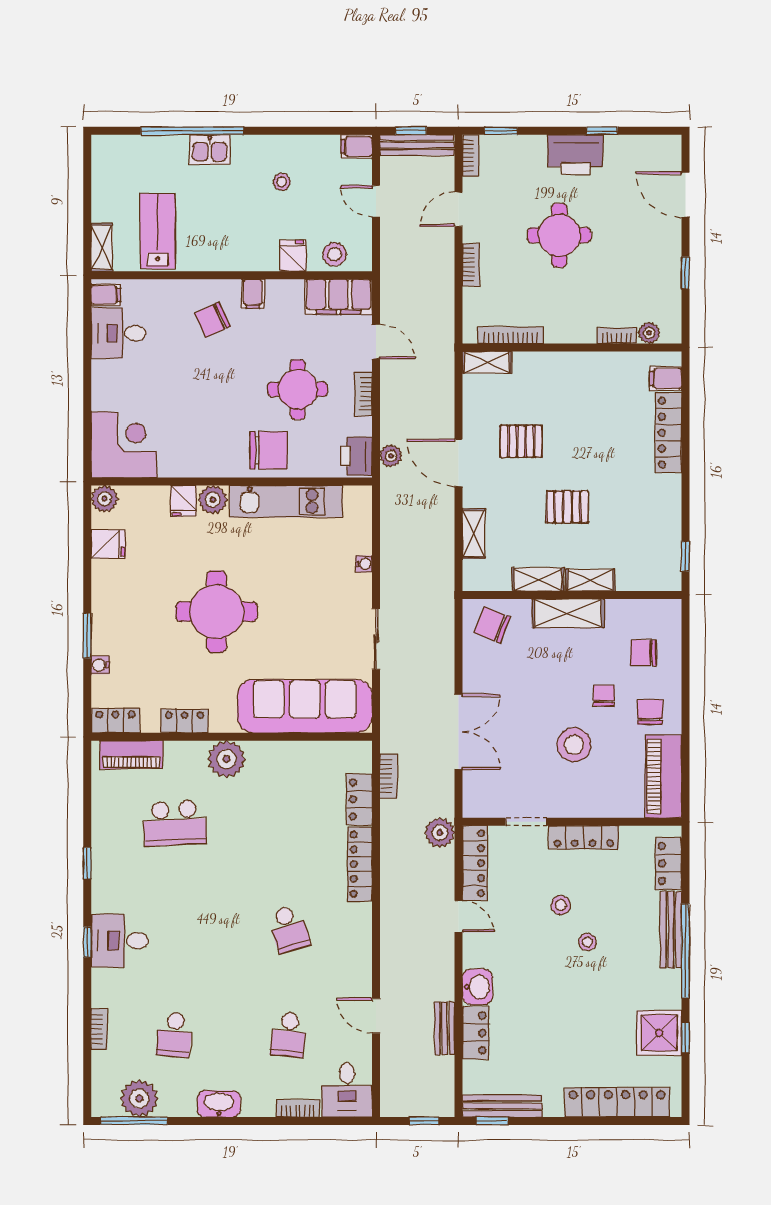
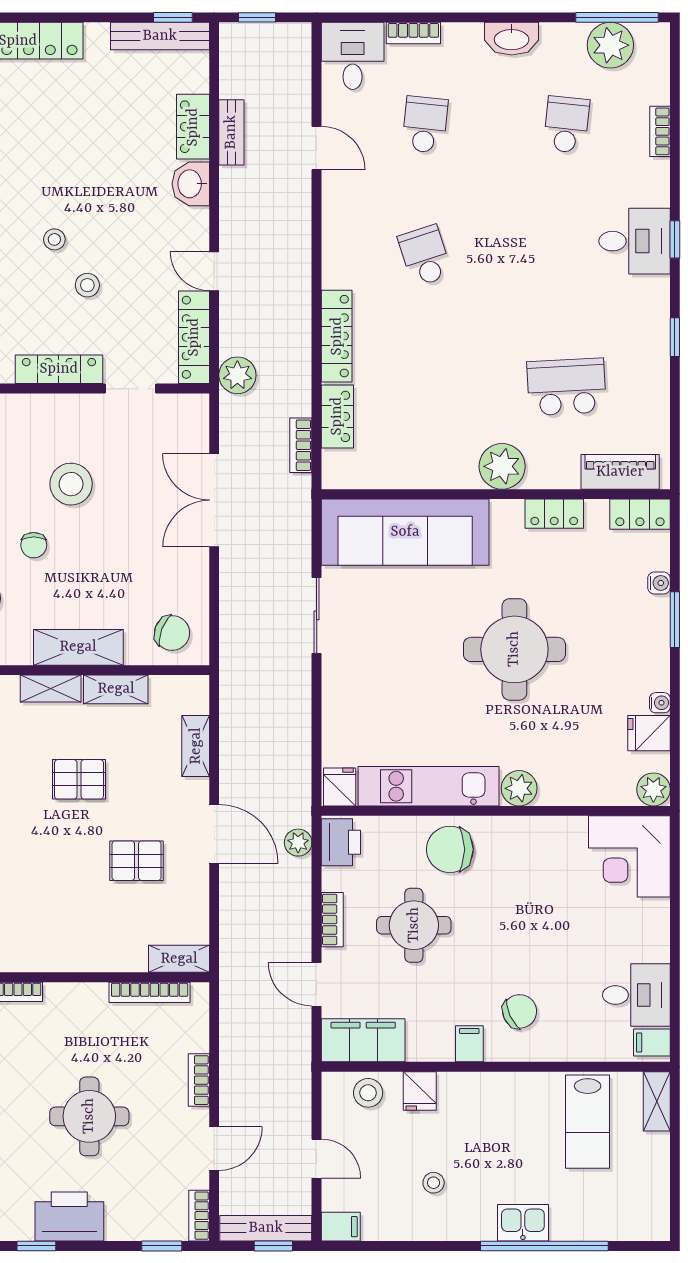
fridge: (183, 501) -> (340, 787), moved
water cooler: (364, 564) -> (660, 703), moved, turned 180

